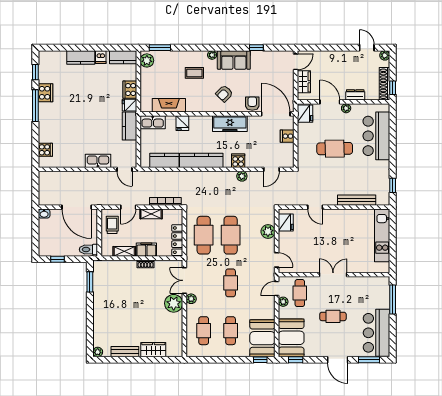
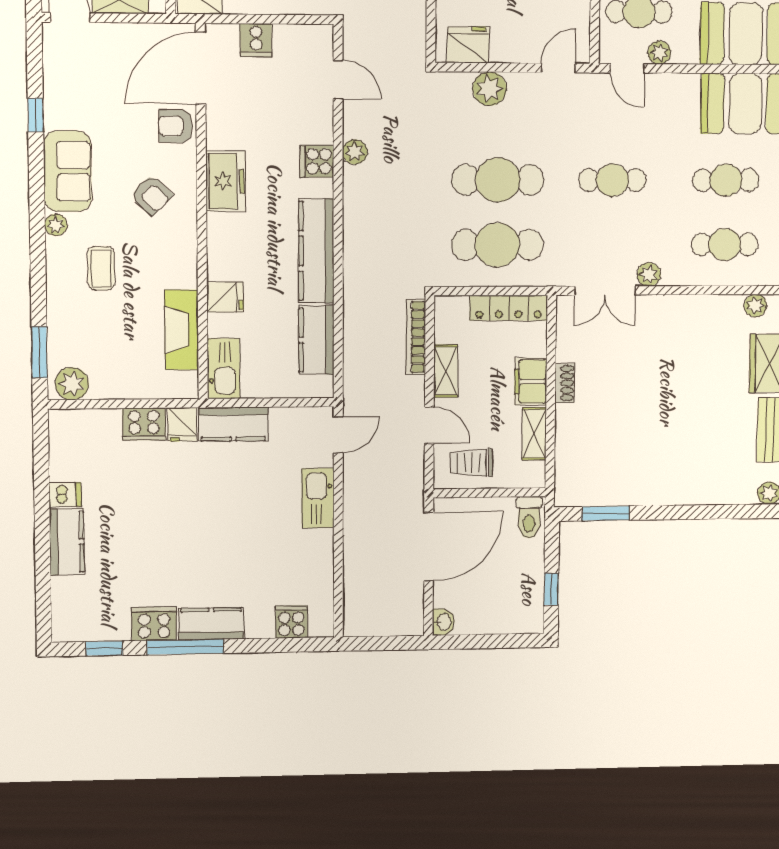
kitchen counter: (123, 57) -> (211, 624), moved, turned -90
freezer: (230, 124) -> (226, 181), width x0.71
plant: (174, 303) -> (755, 306), moved, width x0.53, depth x0.53

